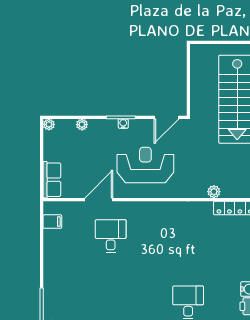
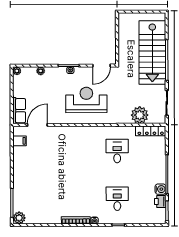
plant: (214, 192) -> (140, 115), width x1.87, depth x1.87
door: (99, 200) -> (37, 125), moved
desk: (111, 236) -> (117, 151), moved

